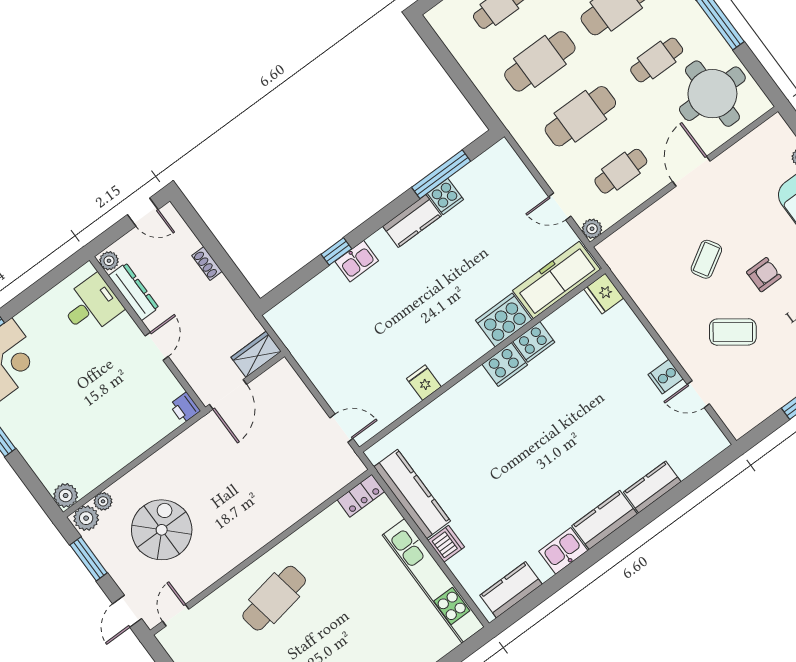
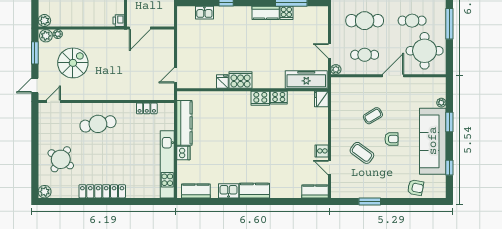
kitchen sink: (357, 261) -> (204, 13), moved
cooker: (504, 320) -> (241, 80), moved
wardrobe: (256, 354) -> (163, 20), removed
door: (341, 428) -> (176, 75), swing flipped
kitchen counter: (652, 487) -> (315, 191), moved
locker: (361, 496) -> (147, 108), moved

